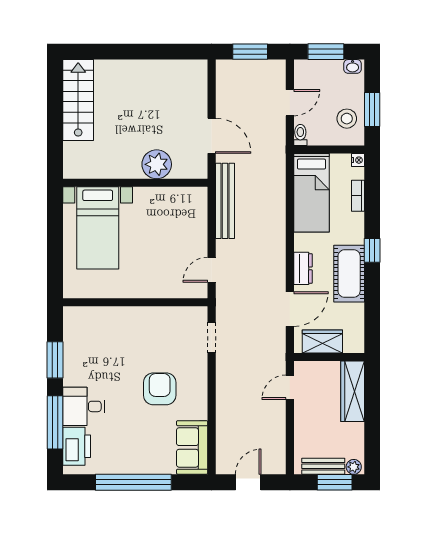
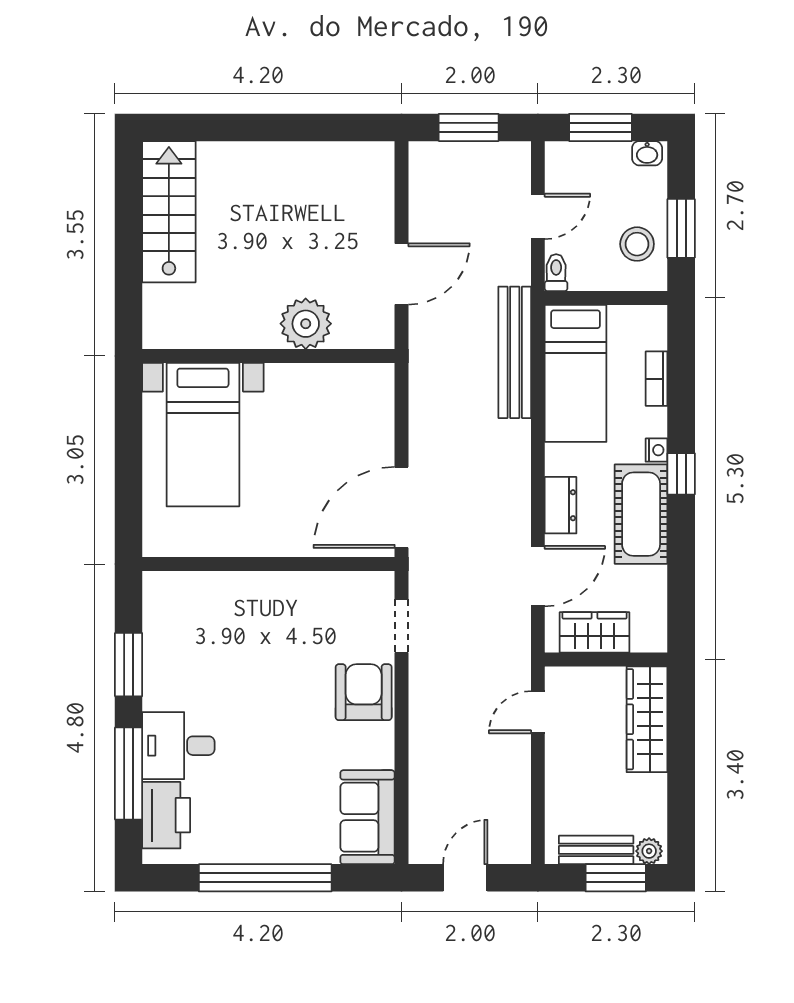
door: (212, 136) -> (401, 274), hinge flipped
nightstand: (358, 160) -> (657, 450), moved
bench: (225, 201) -> (515, 352), moved
door: (212, 270) -> (401, 507), width x1.87
armchair: (160, 389) -> (364, 692), moved

